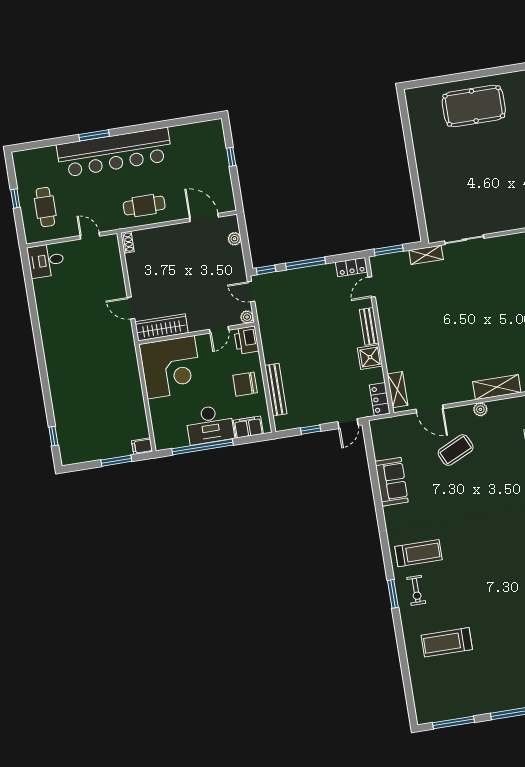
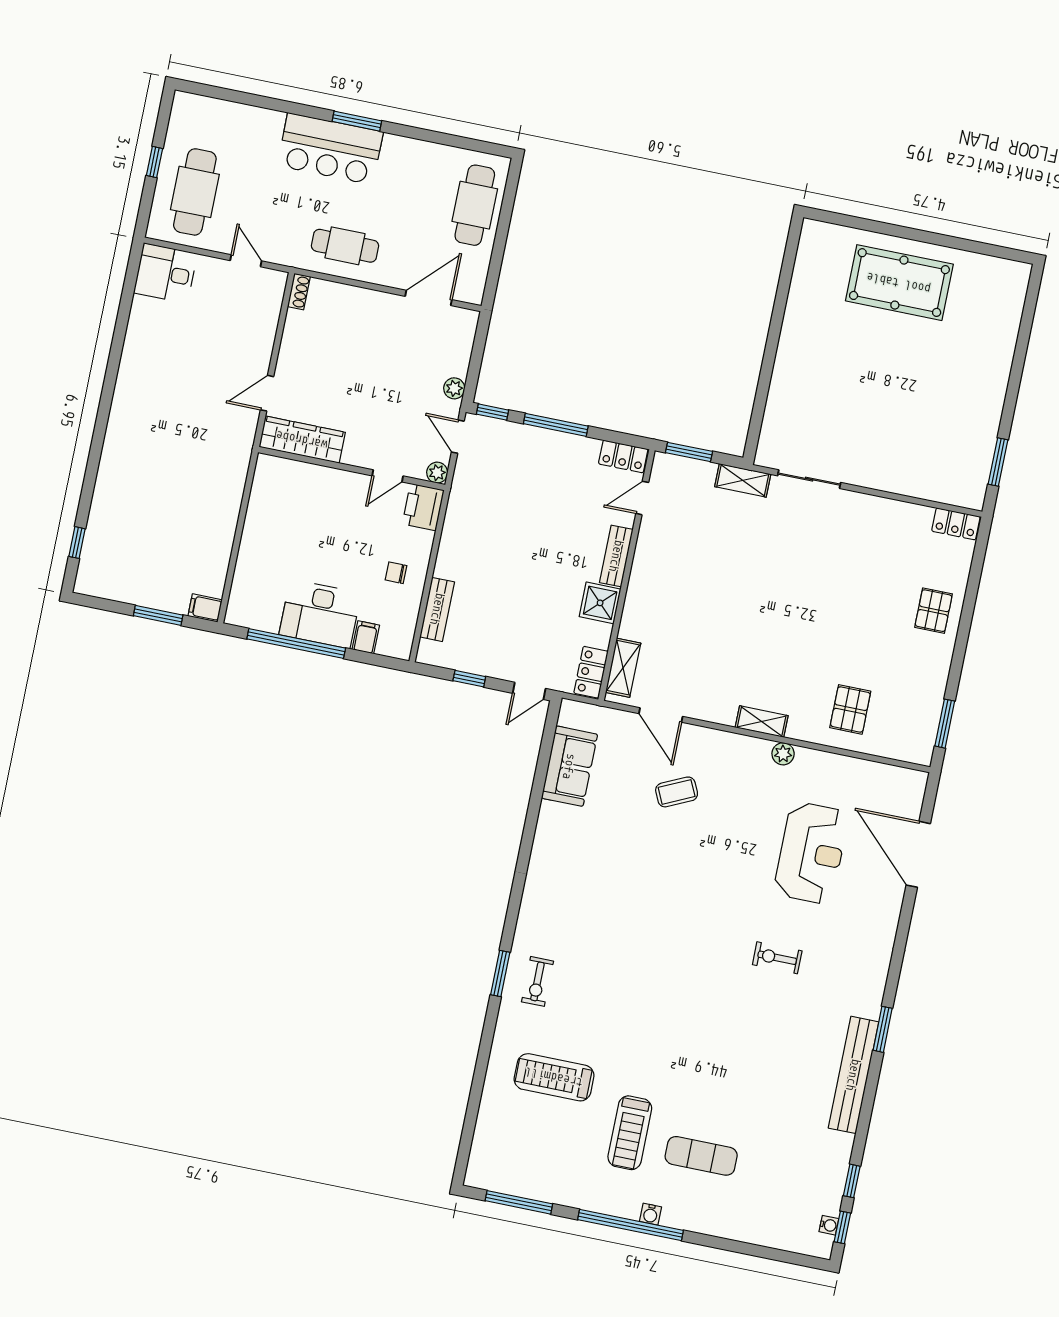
window: (94, 135) -> (357, 121), moved
bar counter: (114, 152) -> (330, 149), width x0.54
cafe table: (211, 154) -> (475, 205), added
window: (231, 157) -> (504, 222), removed
cafe table: (45, 207) -> (195, 192), width x1.37, depth x1.35
door: (204, 218) -> (429, 298), hinge flipped
plant: (234, 239) -> (454, 388), moved
door: (131, 308) -> (267, 393), hinge flipped
corner desk: (171, 367) -> (294, 505), removed
chair: (245, 384) -> (396, 573), width x0.54, depth x0.54
shelving: (497, 387) -> (762, 722), width x0.67, depth x0.75
bench: (276, 390) -> (437, 609), width x0.73
plant: (480, 409) -> (783, 754), moved
filing cabinet: (248, 427) -> (366, 637), width x0.50
coffee table: (456, 450) -> (677, 792), width x0.73, depth x0.77
sofa: (392, 482) -> (569, 766), moved
treadmill: (419, 553) -> (630, 1133), moved, turned 90

